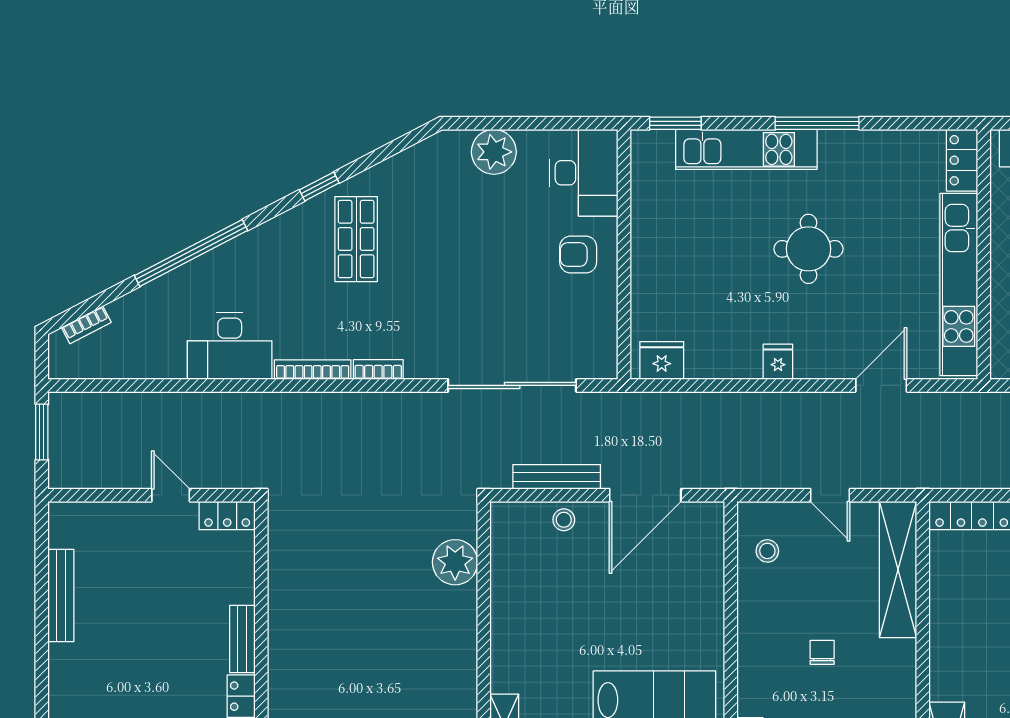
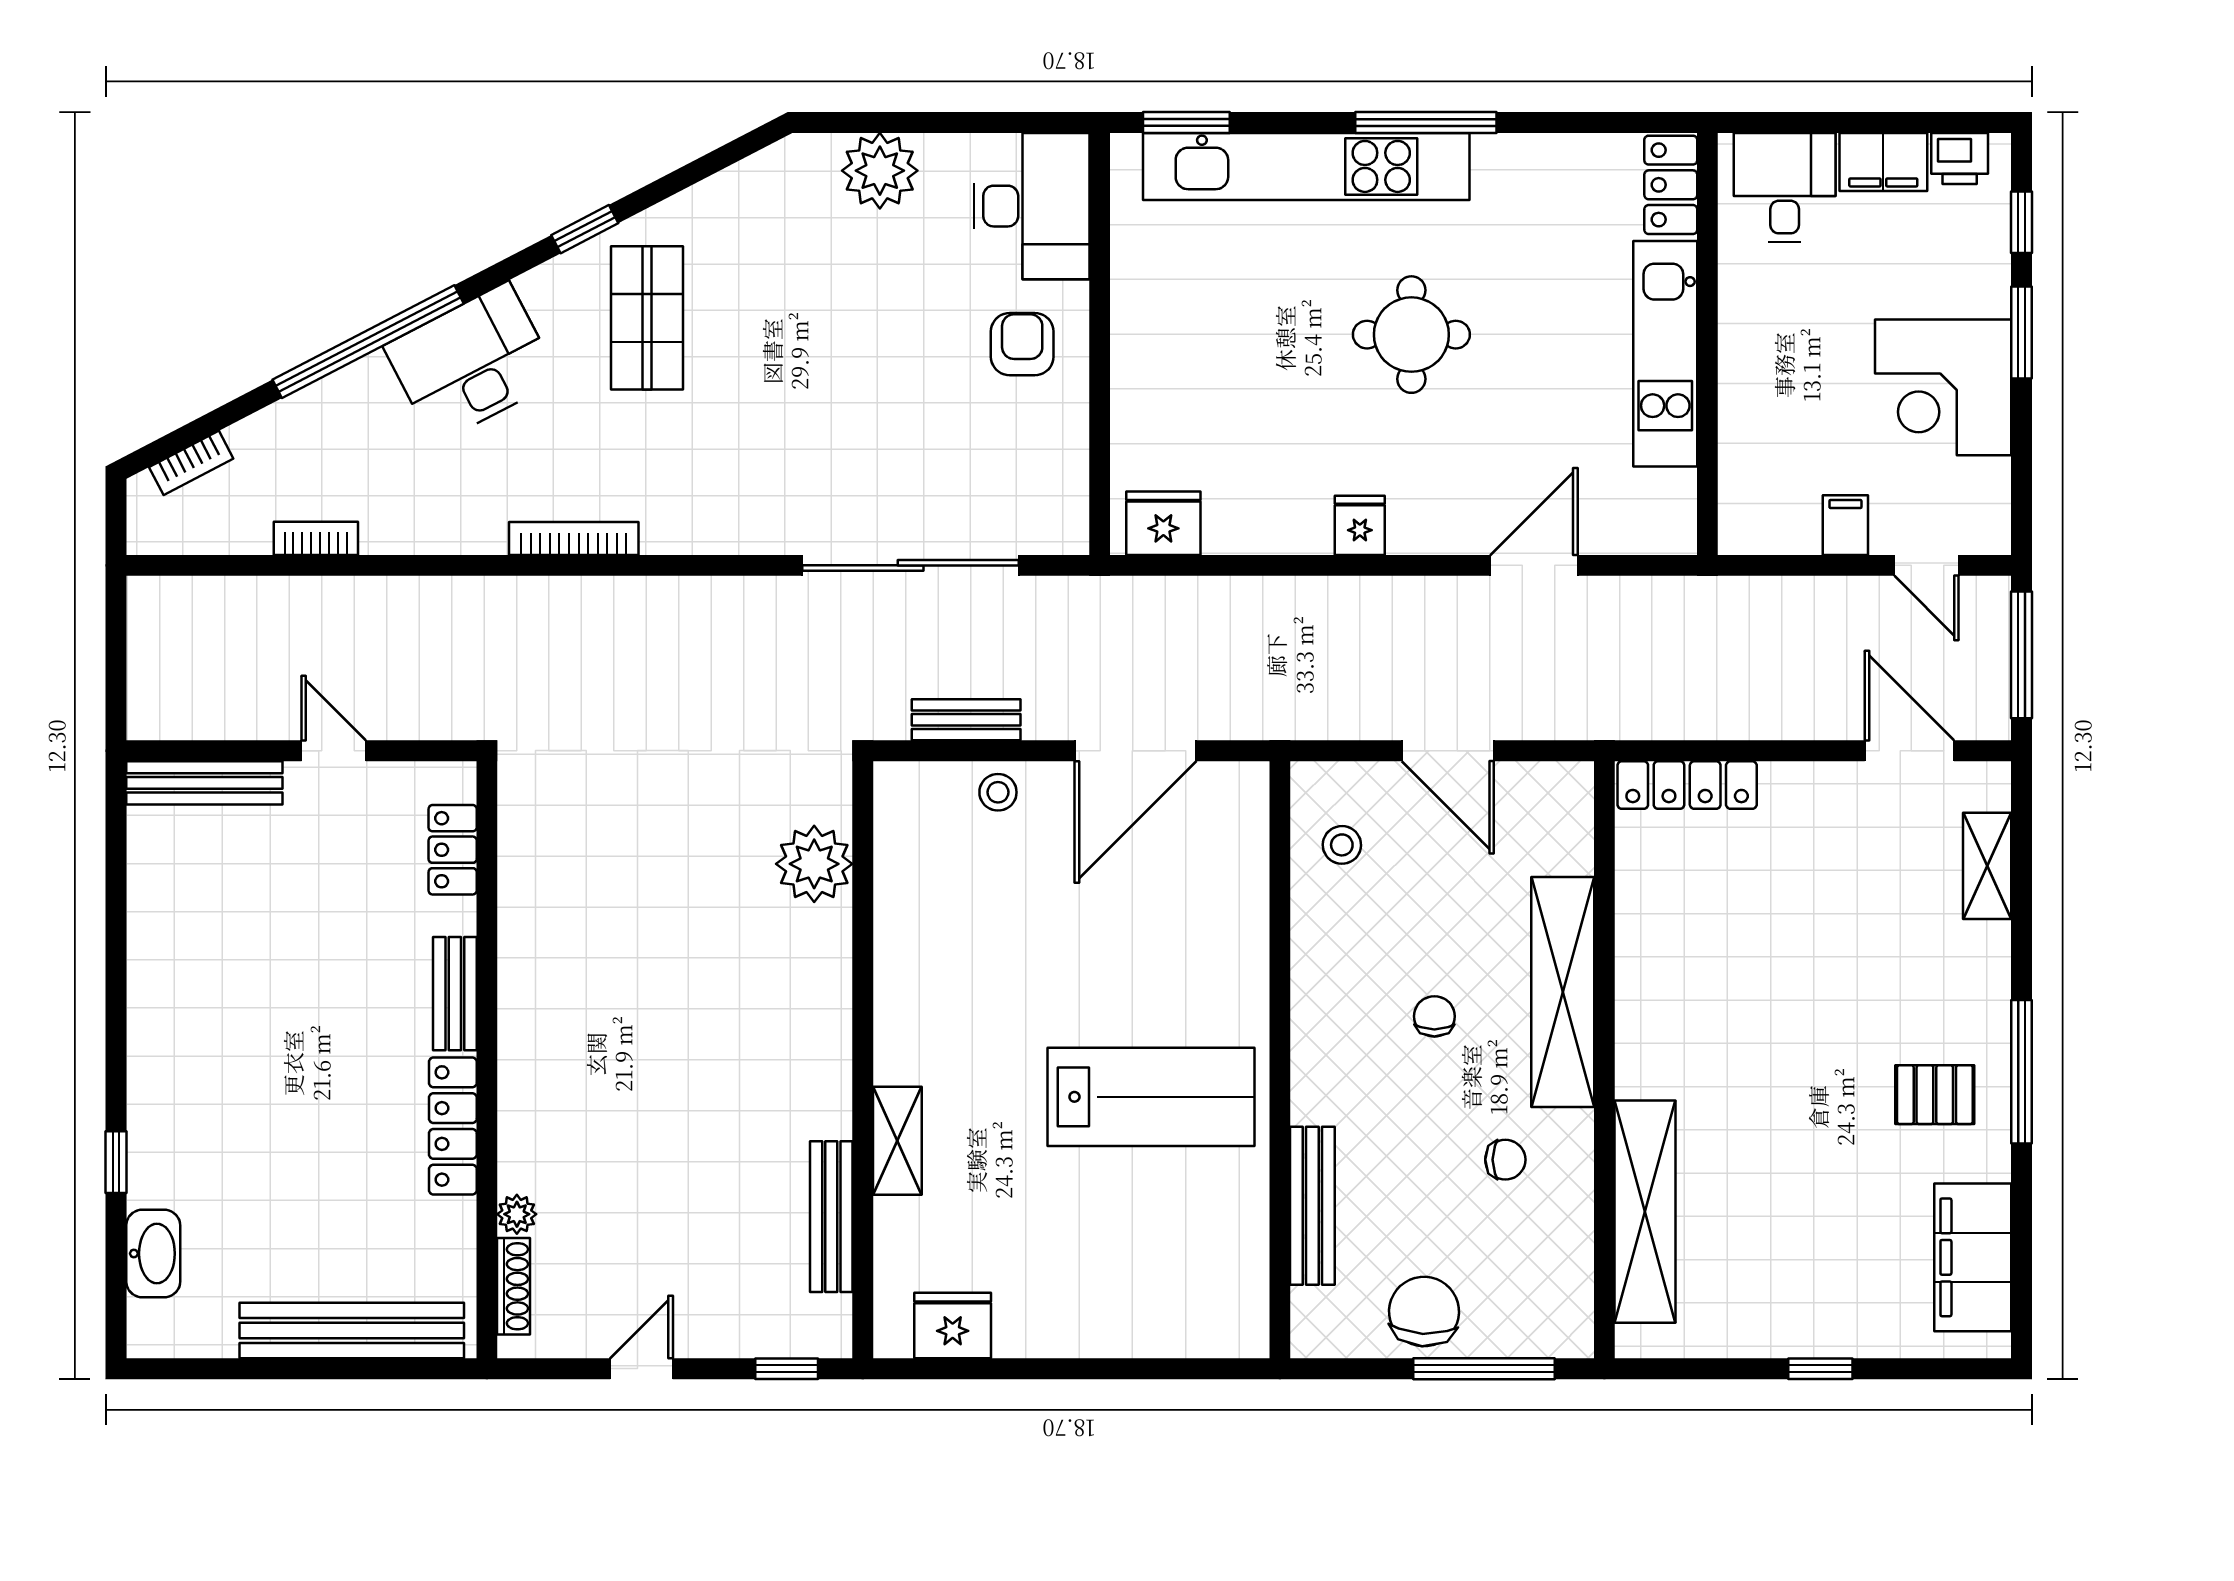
kitchen unit: (746, 149) -> (1306, 166), width x1.36
armchair: (578, 255) -> (1022, 344), turned 90
kitchen unit: (959, 285) -> (1665, 354), width x0.73
desk: (230, 346) -> (471, 363), moved, turned 153
bookcase: (378, 369) -> (316, 538), moved
window: (42, 432) -> (116, 644), removed
bench: (557, 477) -> (966, 720), width x0.73
door: (830, 495) -> (1448, 751), width x1.38
locker: (227, 515) -> (453, 850), moved, turned 90
shelving: (898, 569) -> (1563, 992), moved
bench: (61, 596) -> (204, 783), moved, turned 90

